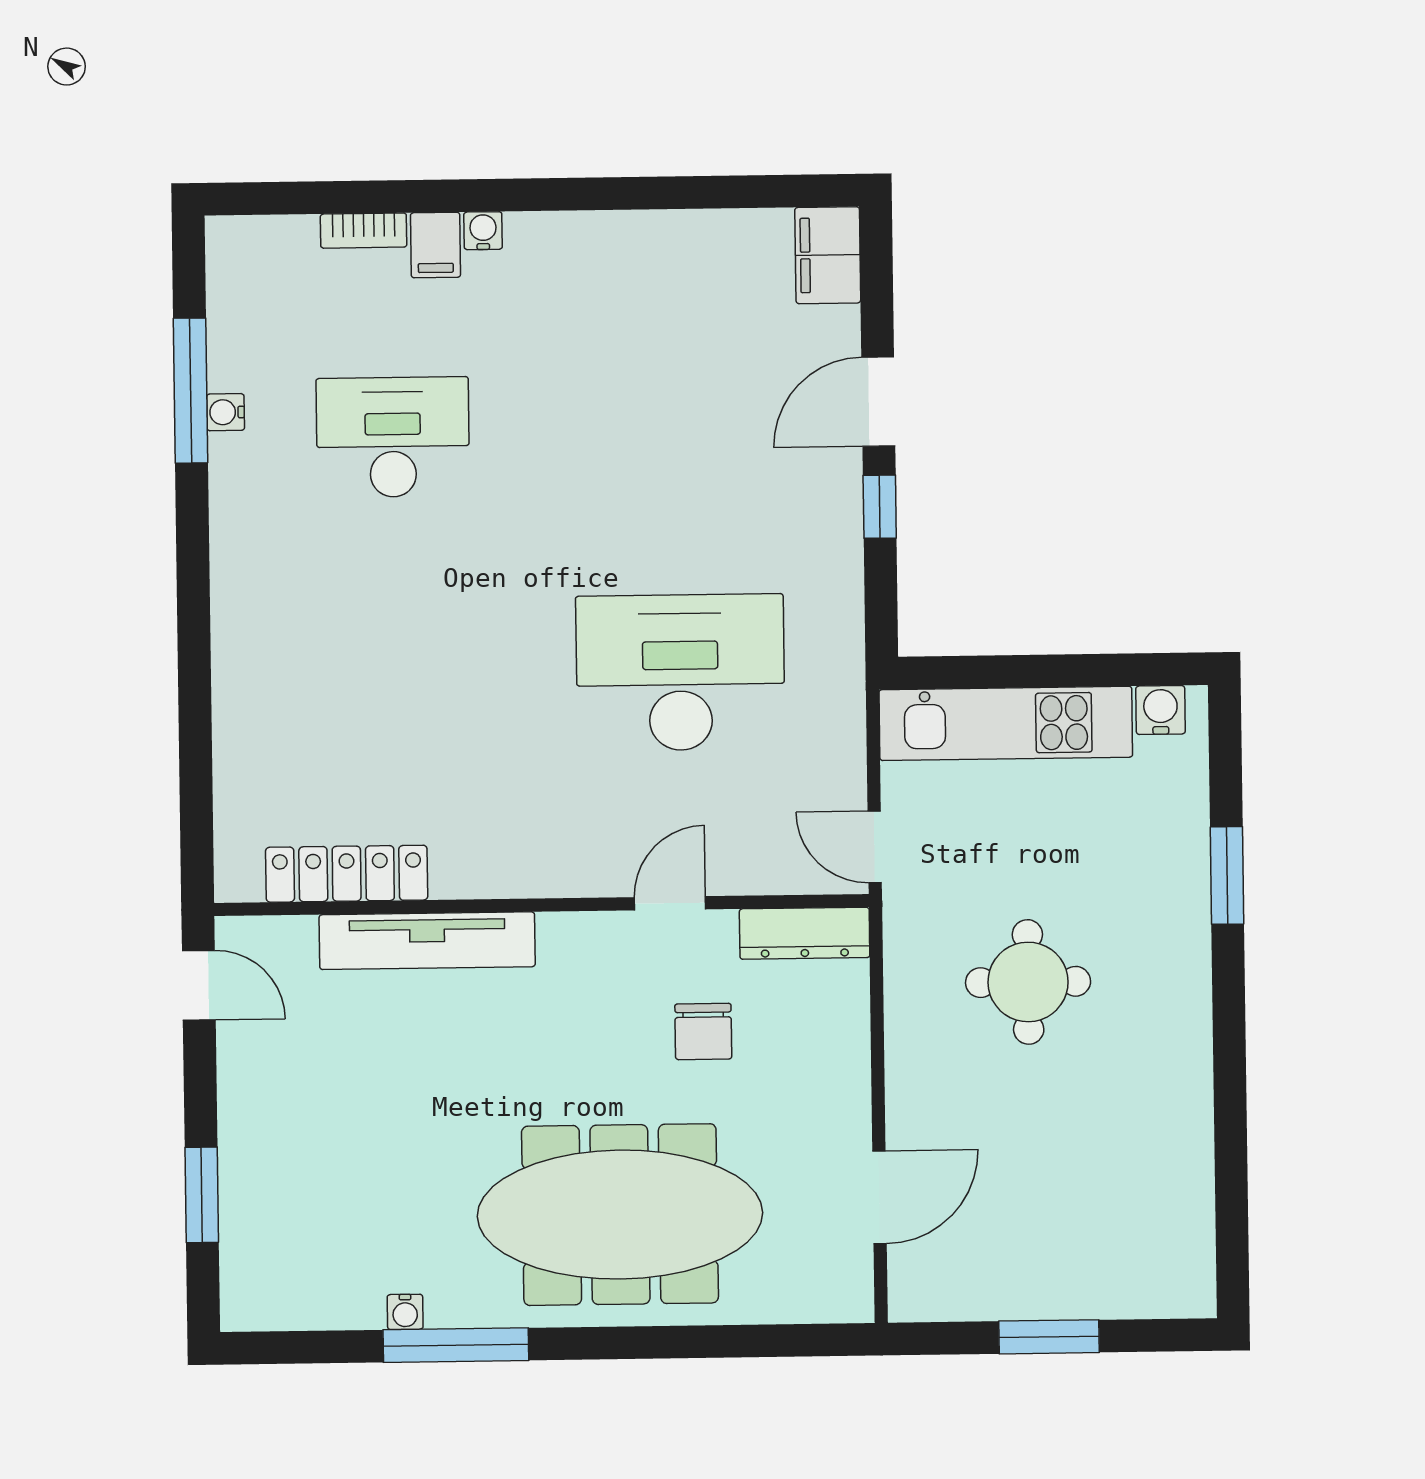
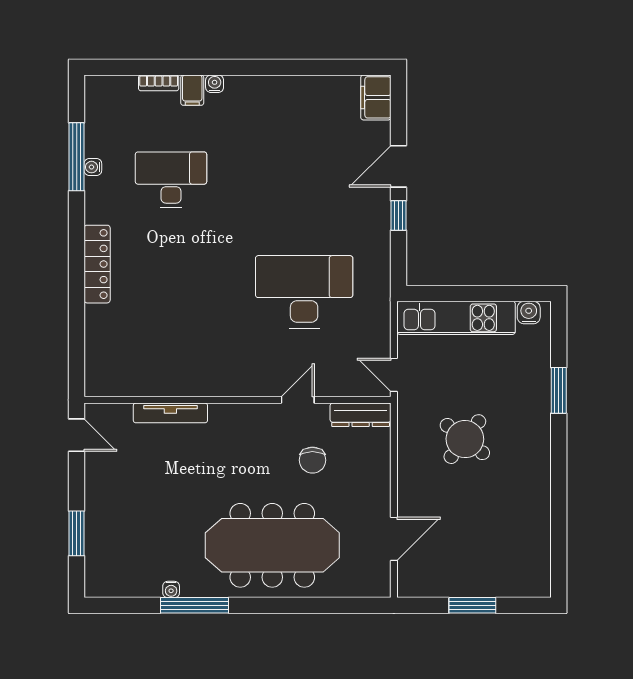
locker: (347, 874) -> (97, 264), moved, turned 90
tv unit: (427, 941) -> (170, 413), width x0.73, depth x0.78
round table: (1028, 982) -> (465, 439), turned 38

